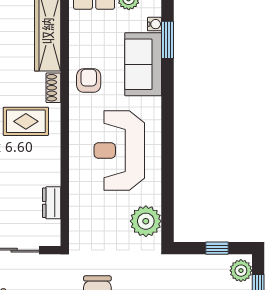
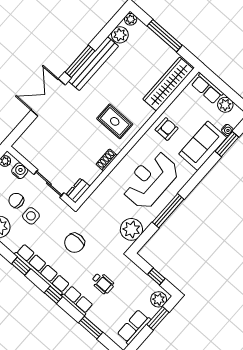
shoe rack: (53, 88) -> (107, 160), moved
window: (167, 167) -> (168, 211), added
dresser: (52, 203) -> (78, 190), moved

